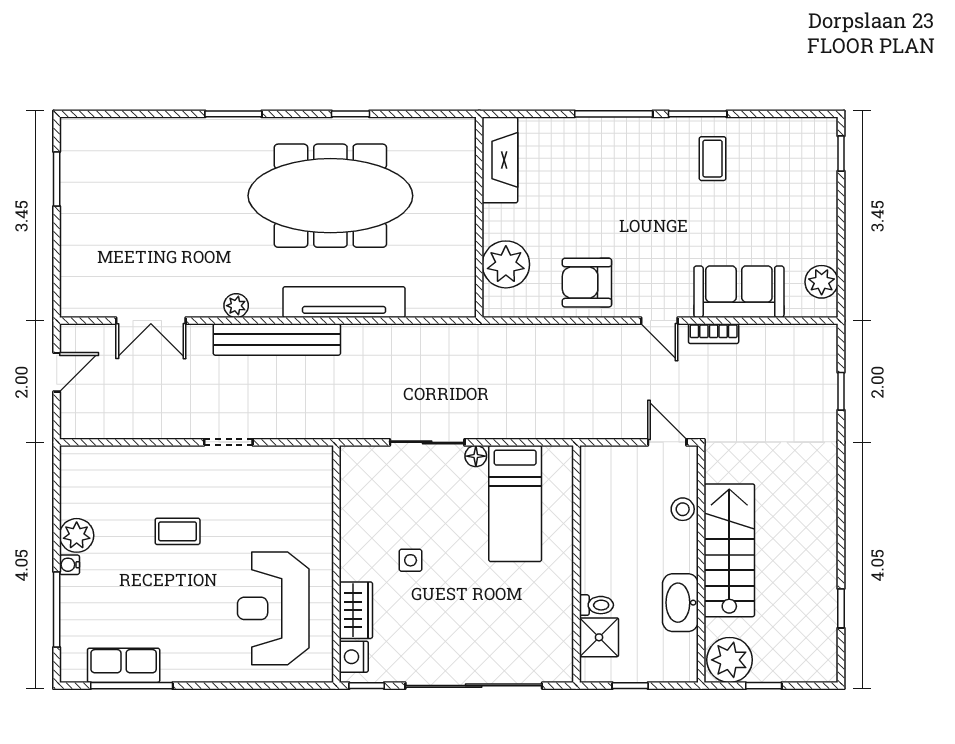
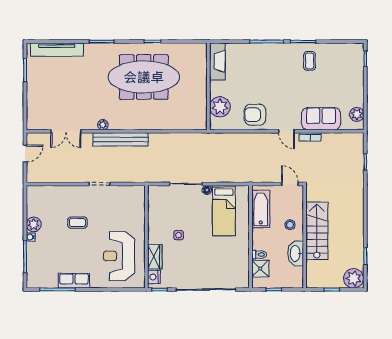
tv unit: (344, 302) -> (57, 50), moved, turned 180
bathtub: (600, 500) -> (261, 209), added
stool: (683, 509) -> (290, 225), moved
plant: (730, 660) -> (354, 278), moved
row of seats: (124, 665) -> (74, 281), moved

